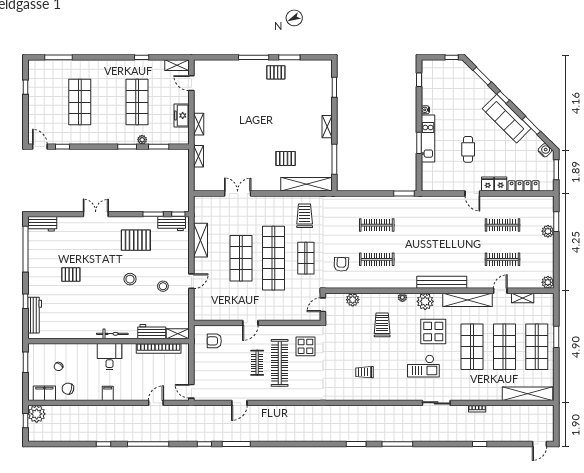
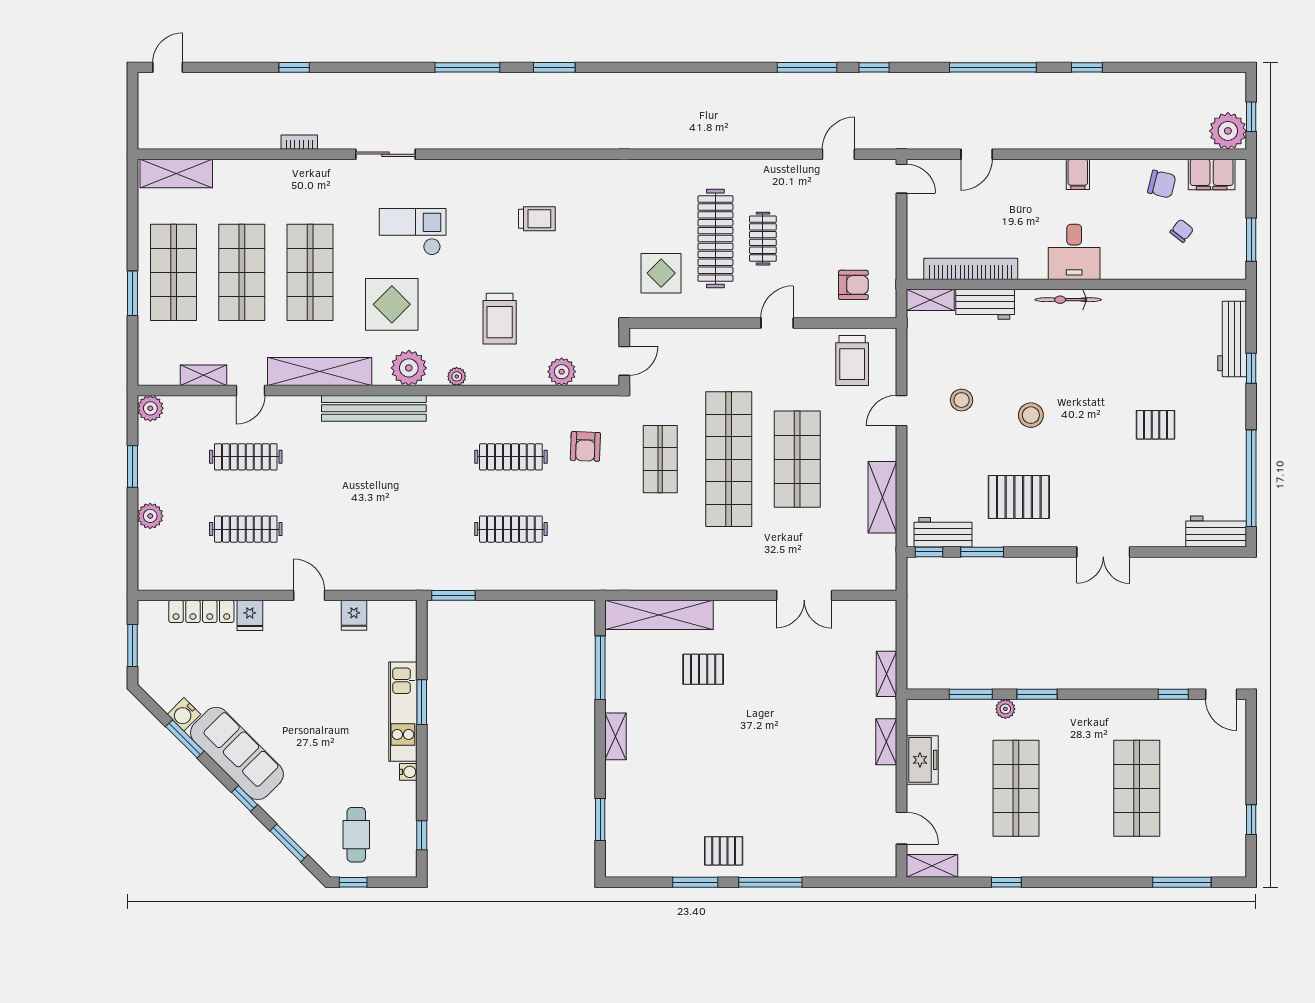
cafe table: (468, 149) -> (356, 835), moved
water cooler: (545, 150) -> (184, 714), moved
fridge: (488, 184) -> (354, 615), moved
trolley: (305, 216) -> (852, 361), moved
window: (556, 222) -> (132, 467), moved
shelving: (528, 394) -> (176, 173), width x0.68
door: (239, 403) -> (838, 154), moved

